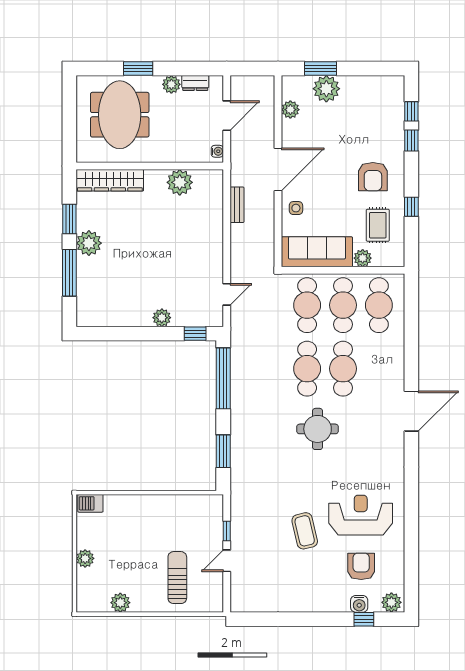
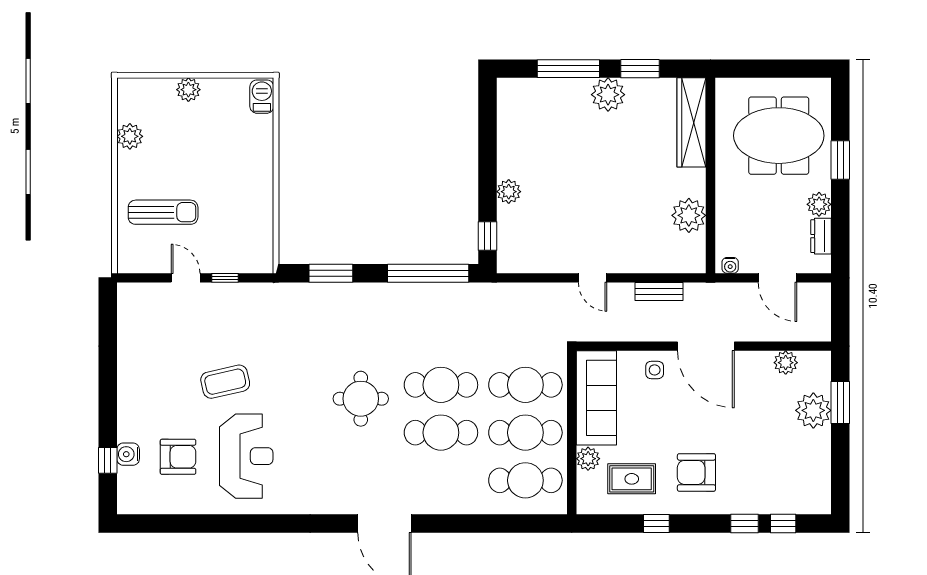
door: (227, 294) -> (593, 278), moved
plant: (391, 602) -> (130, 497), removed

